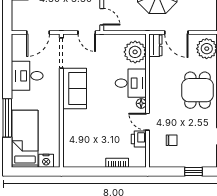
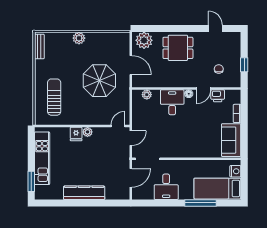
door: (38, 32) -> (131, 178), hinge flipped
door: (176, 32) -> (131, 65), hinge flipped
dresser: (155, 45) -> (141, 82), removed
plant: (135, 52) -> (147, 95), width x0.53, depth x0.53
sofa: (75, 89) -> (231, 140), moved, turned -90
window: (194, 171) -> (244, 65), moved

